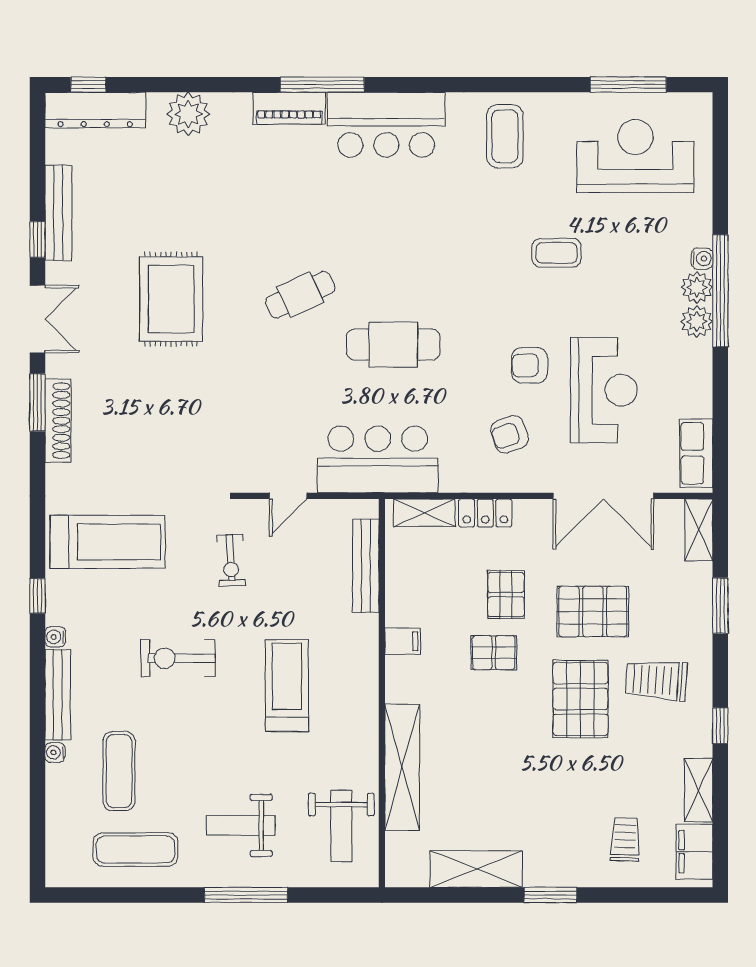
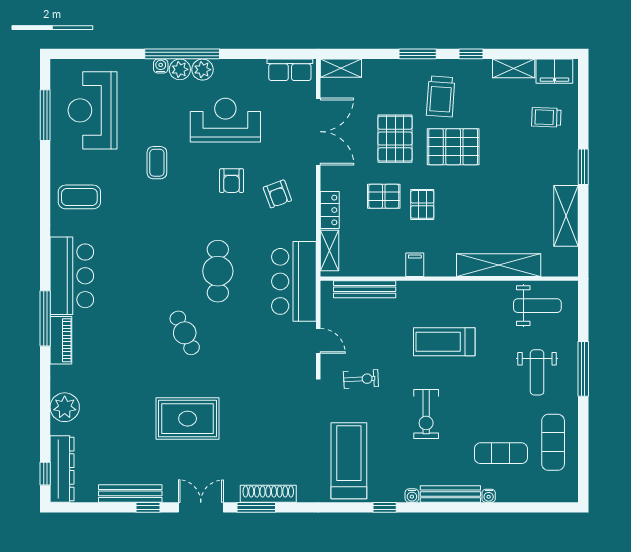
reception desk: (604, 390) -> (225, 120), moved
window: (720, 606) -> (418, 54), moved

